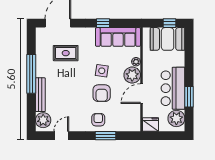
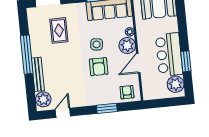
rug: (66, 53) -> (59, 30), turned 90
armchair: (98, 120) -> (127, 92), moved
fridge: (150, 124) -> (150, 93), removed

